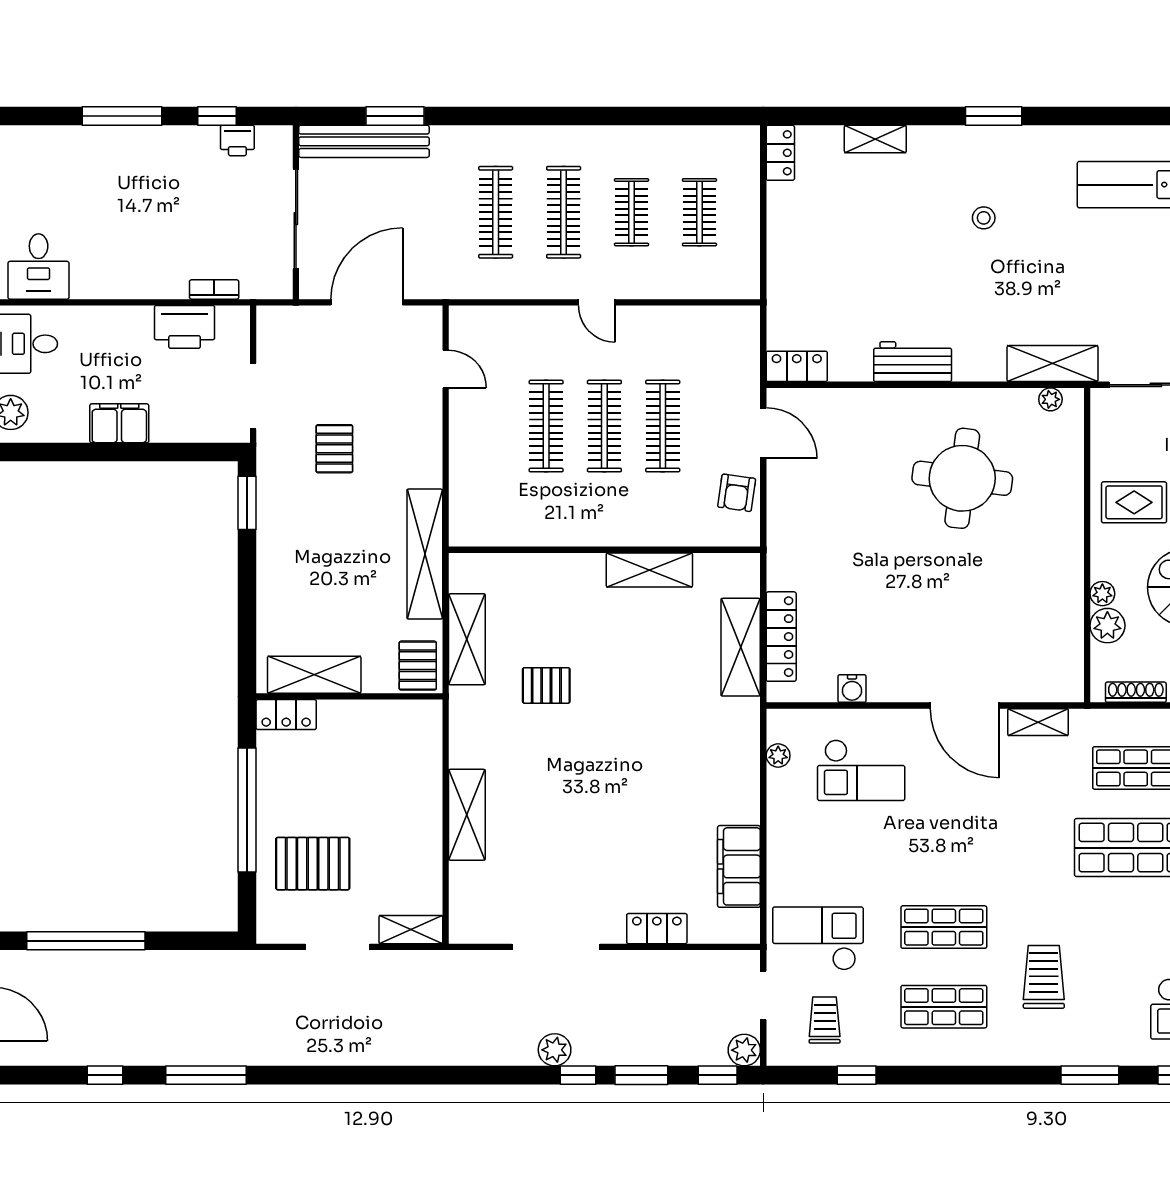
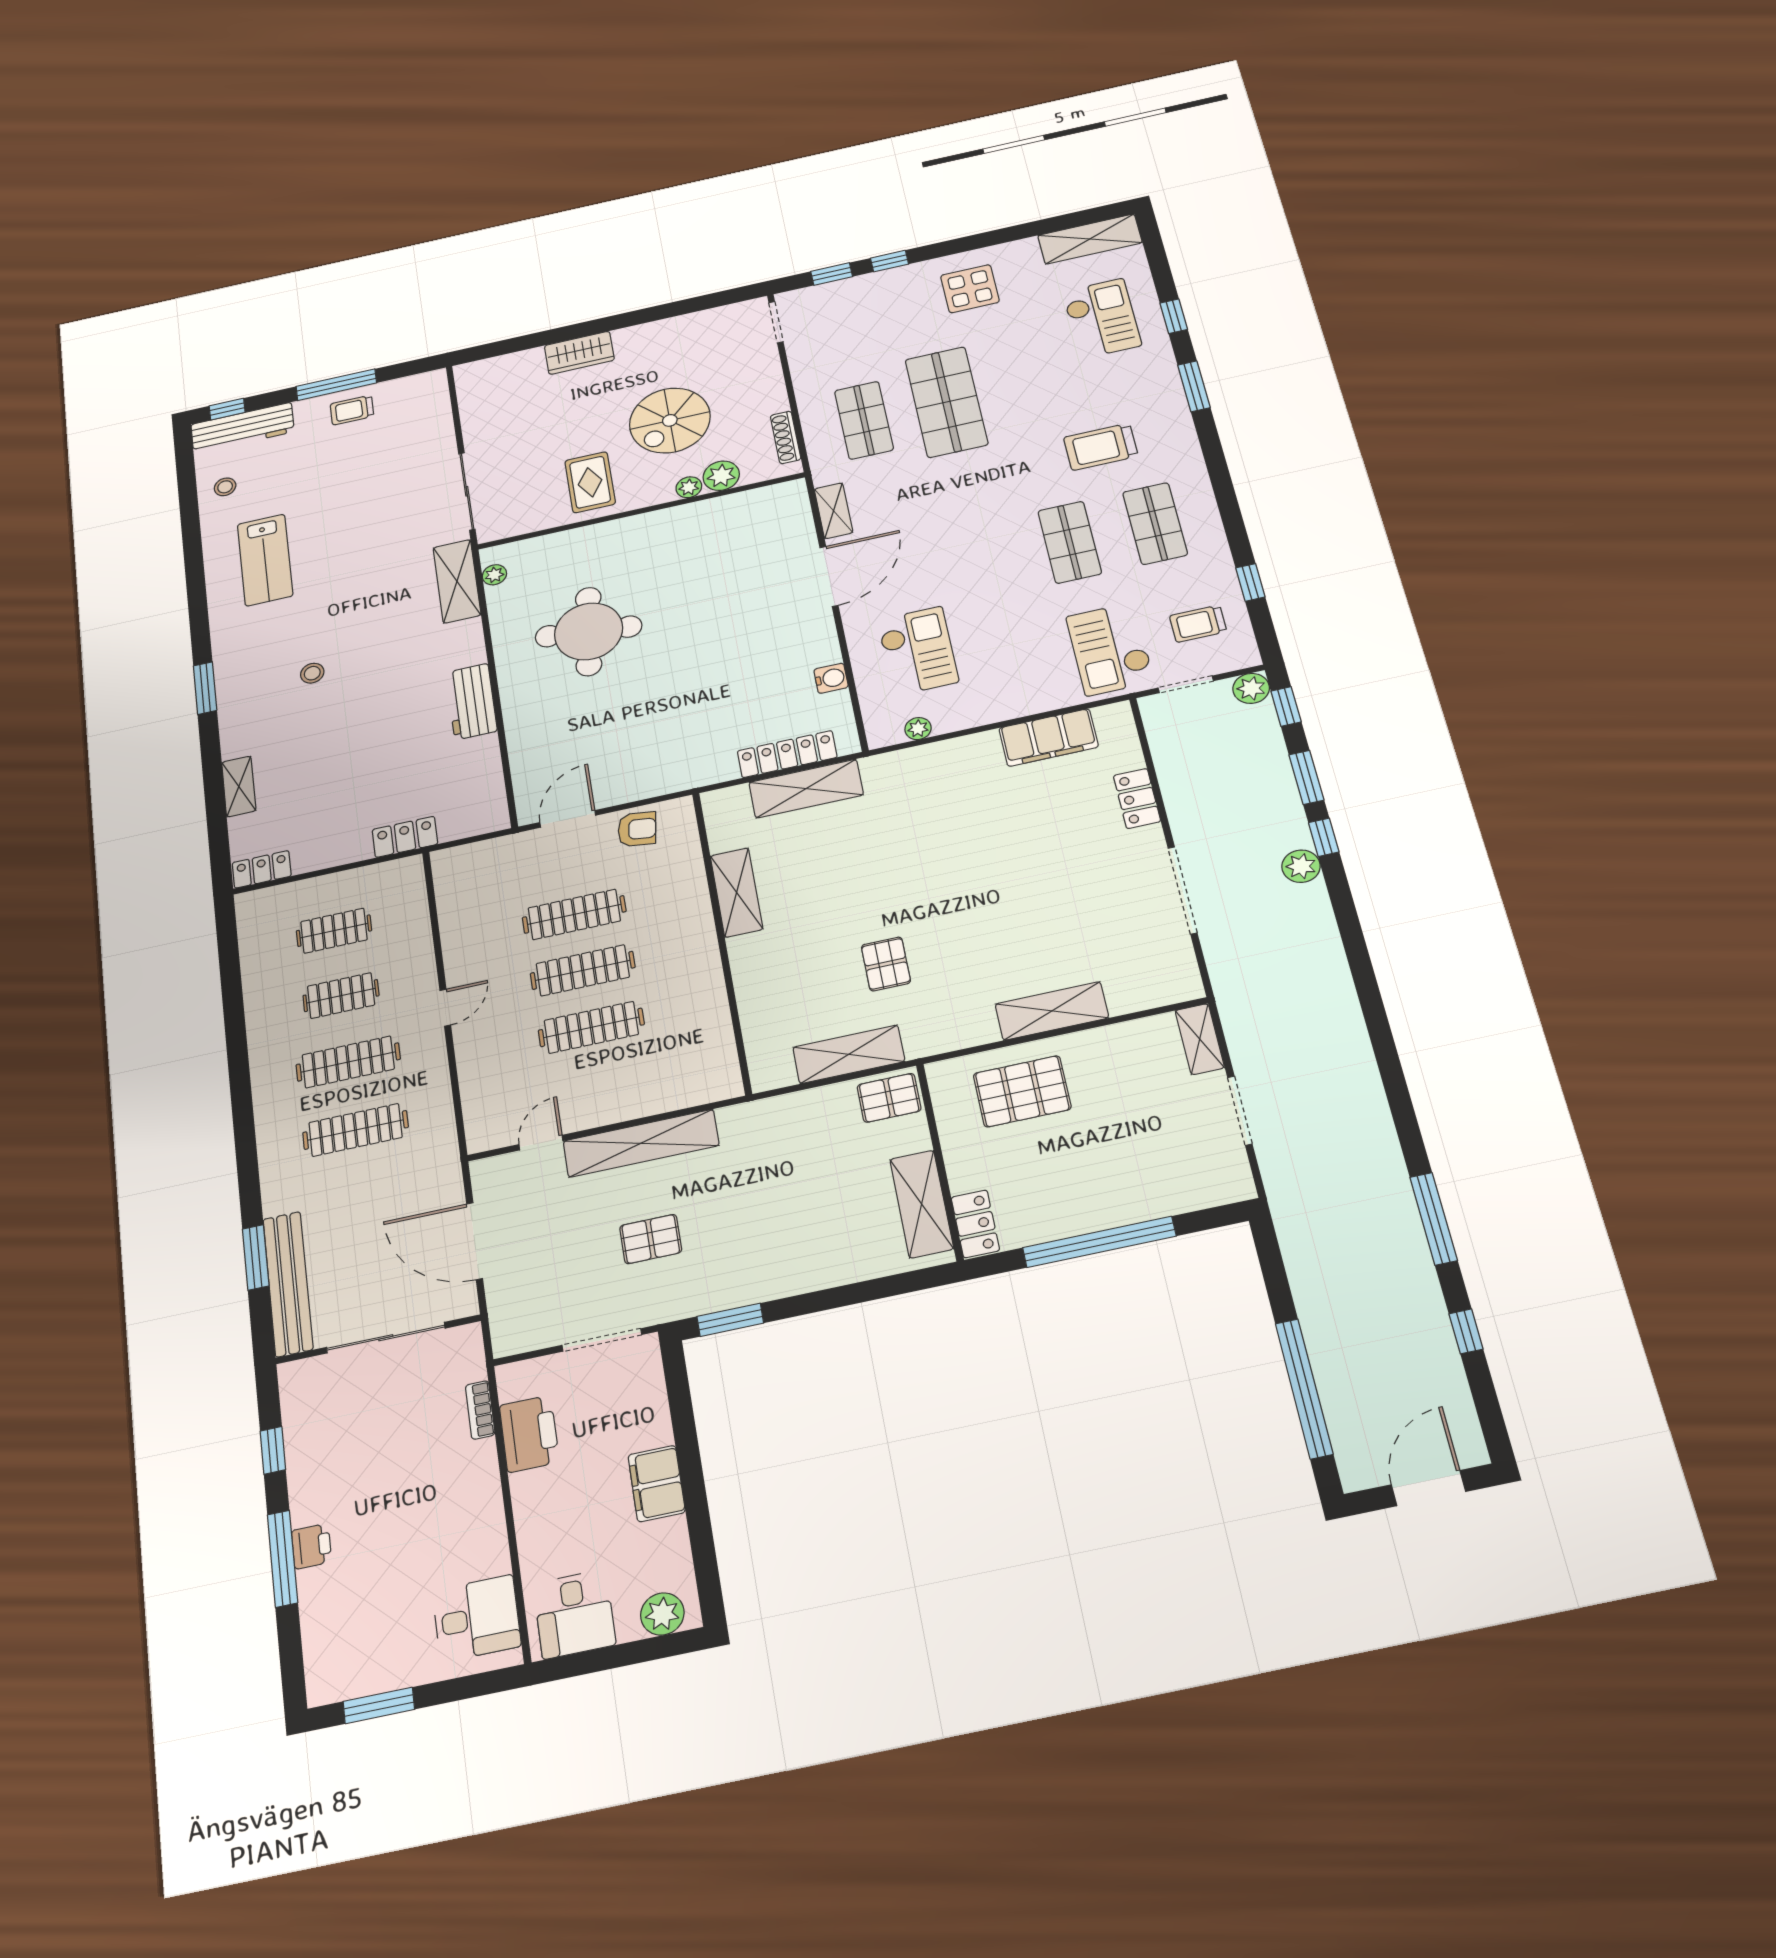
printer: (237, 140) -> (312, 1546), moved
locker: (797, 366) -> (405, 837), moved, turned 90
shelving: (425, 554) -> (641, 1143), moved
pallet: (313, 864) -> (1022, 1091), moved, turned 90

